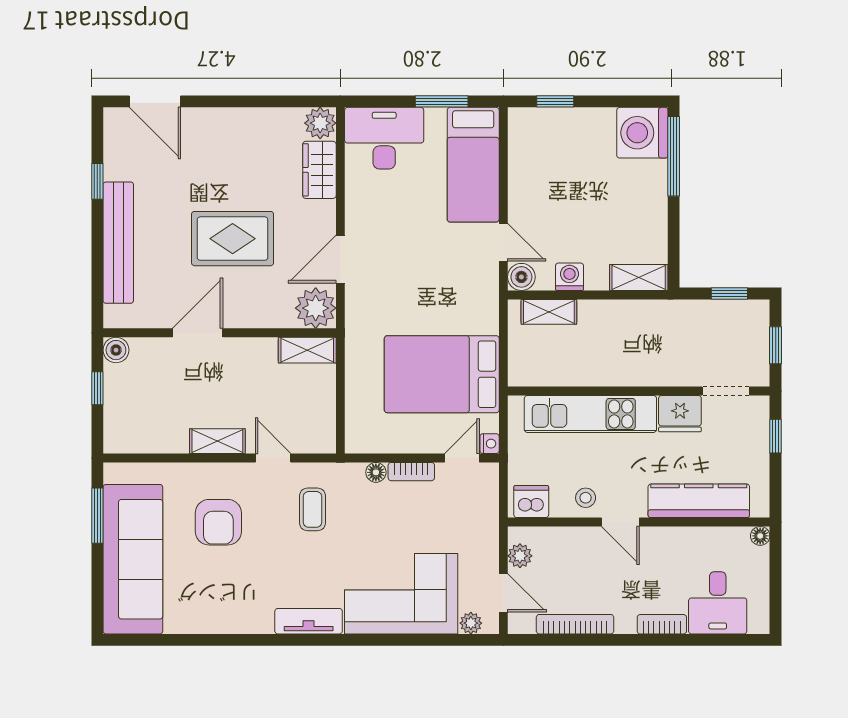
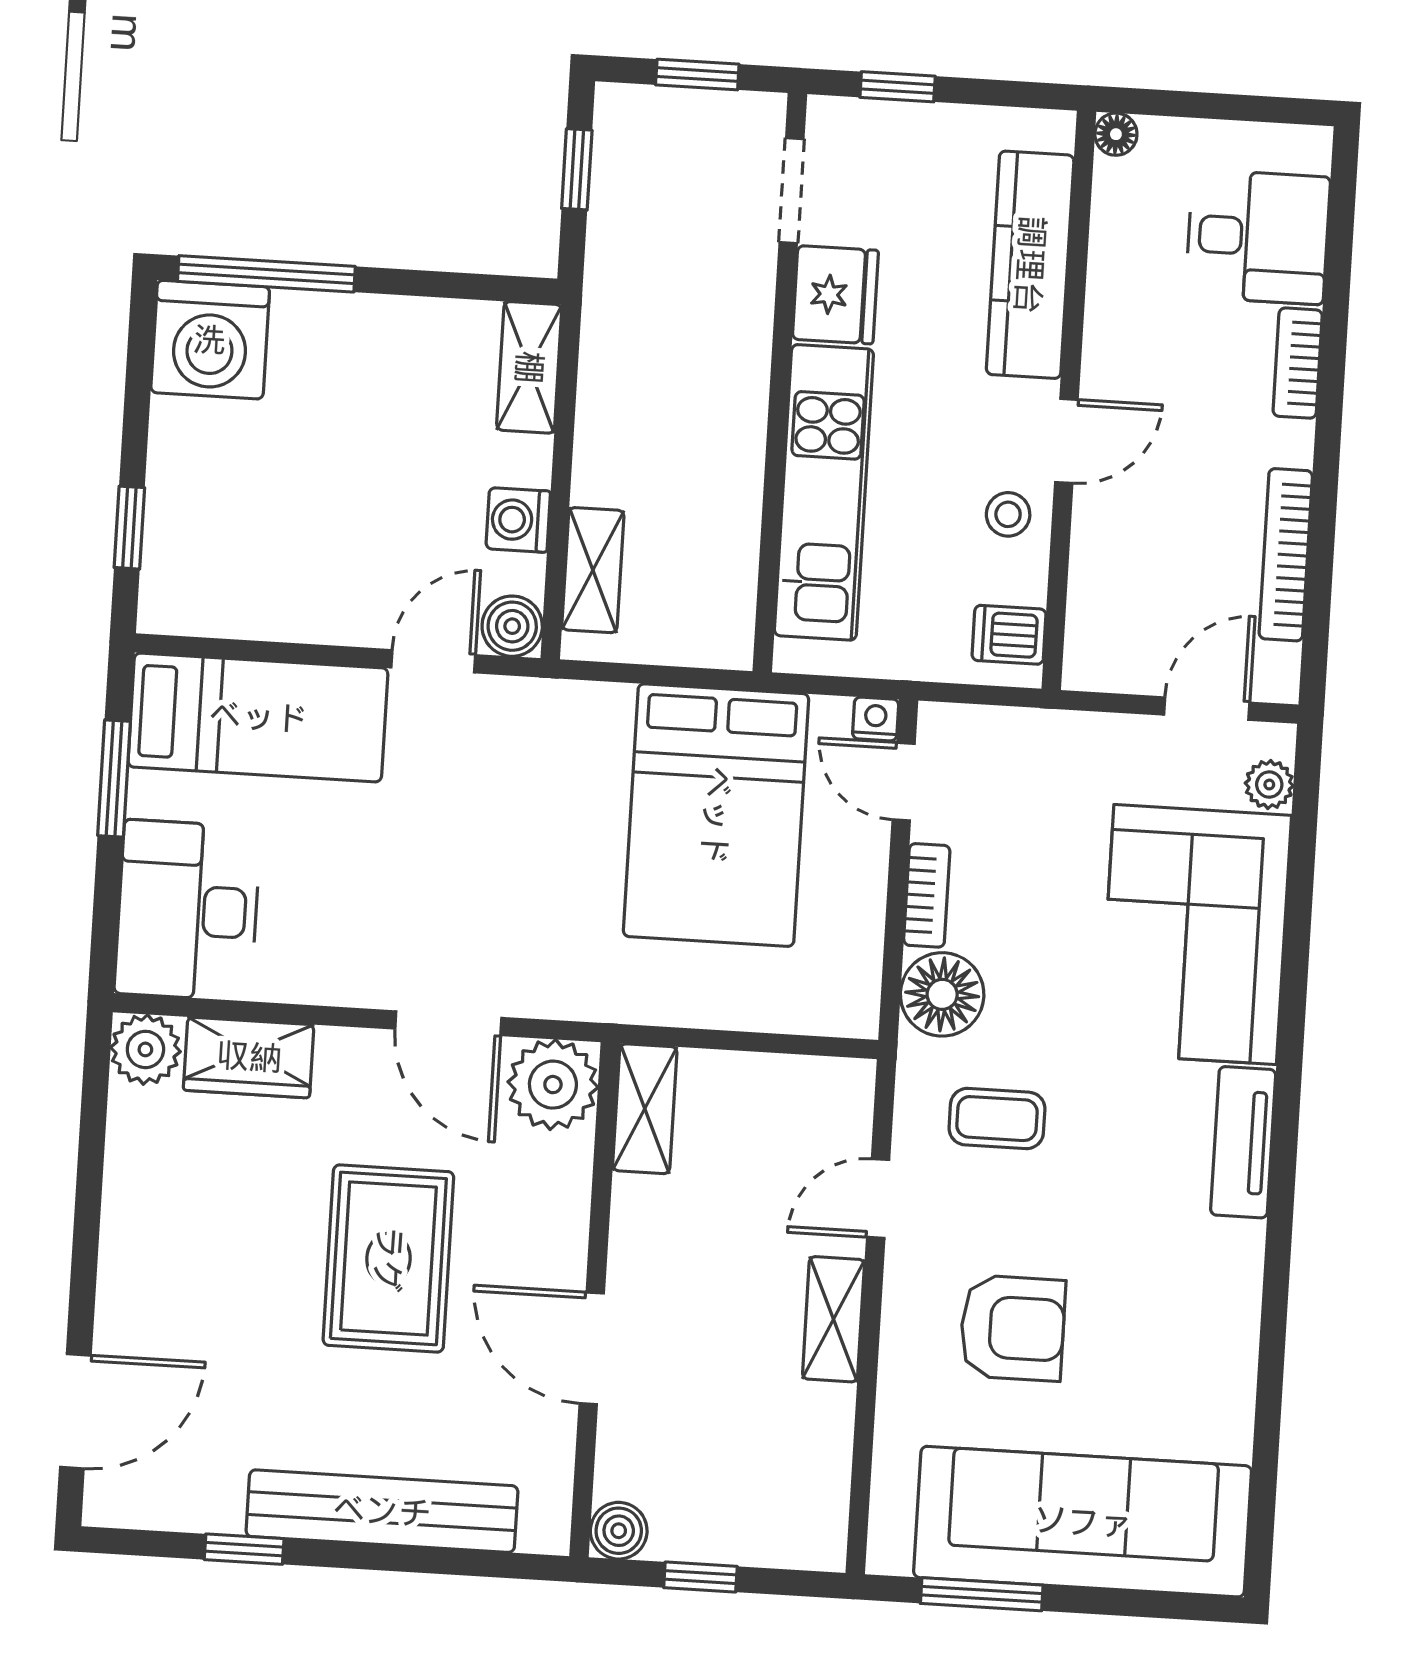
floor lamp: (376, 472) -> (942, 994), width x1.89, depth x1.89
dishwasher: (531, 501) -> (1009, 635), width x0.73
plant: (520, 556) -> (1127, 667), removed

